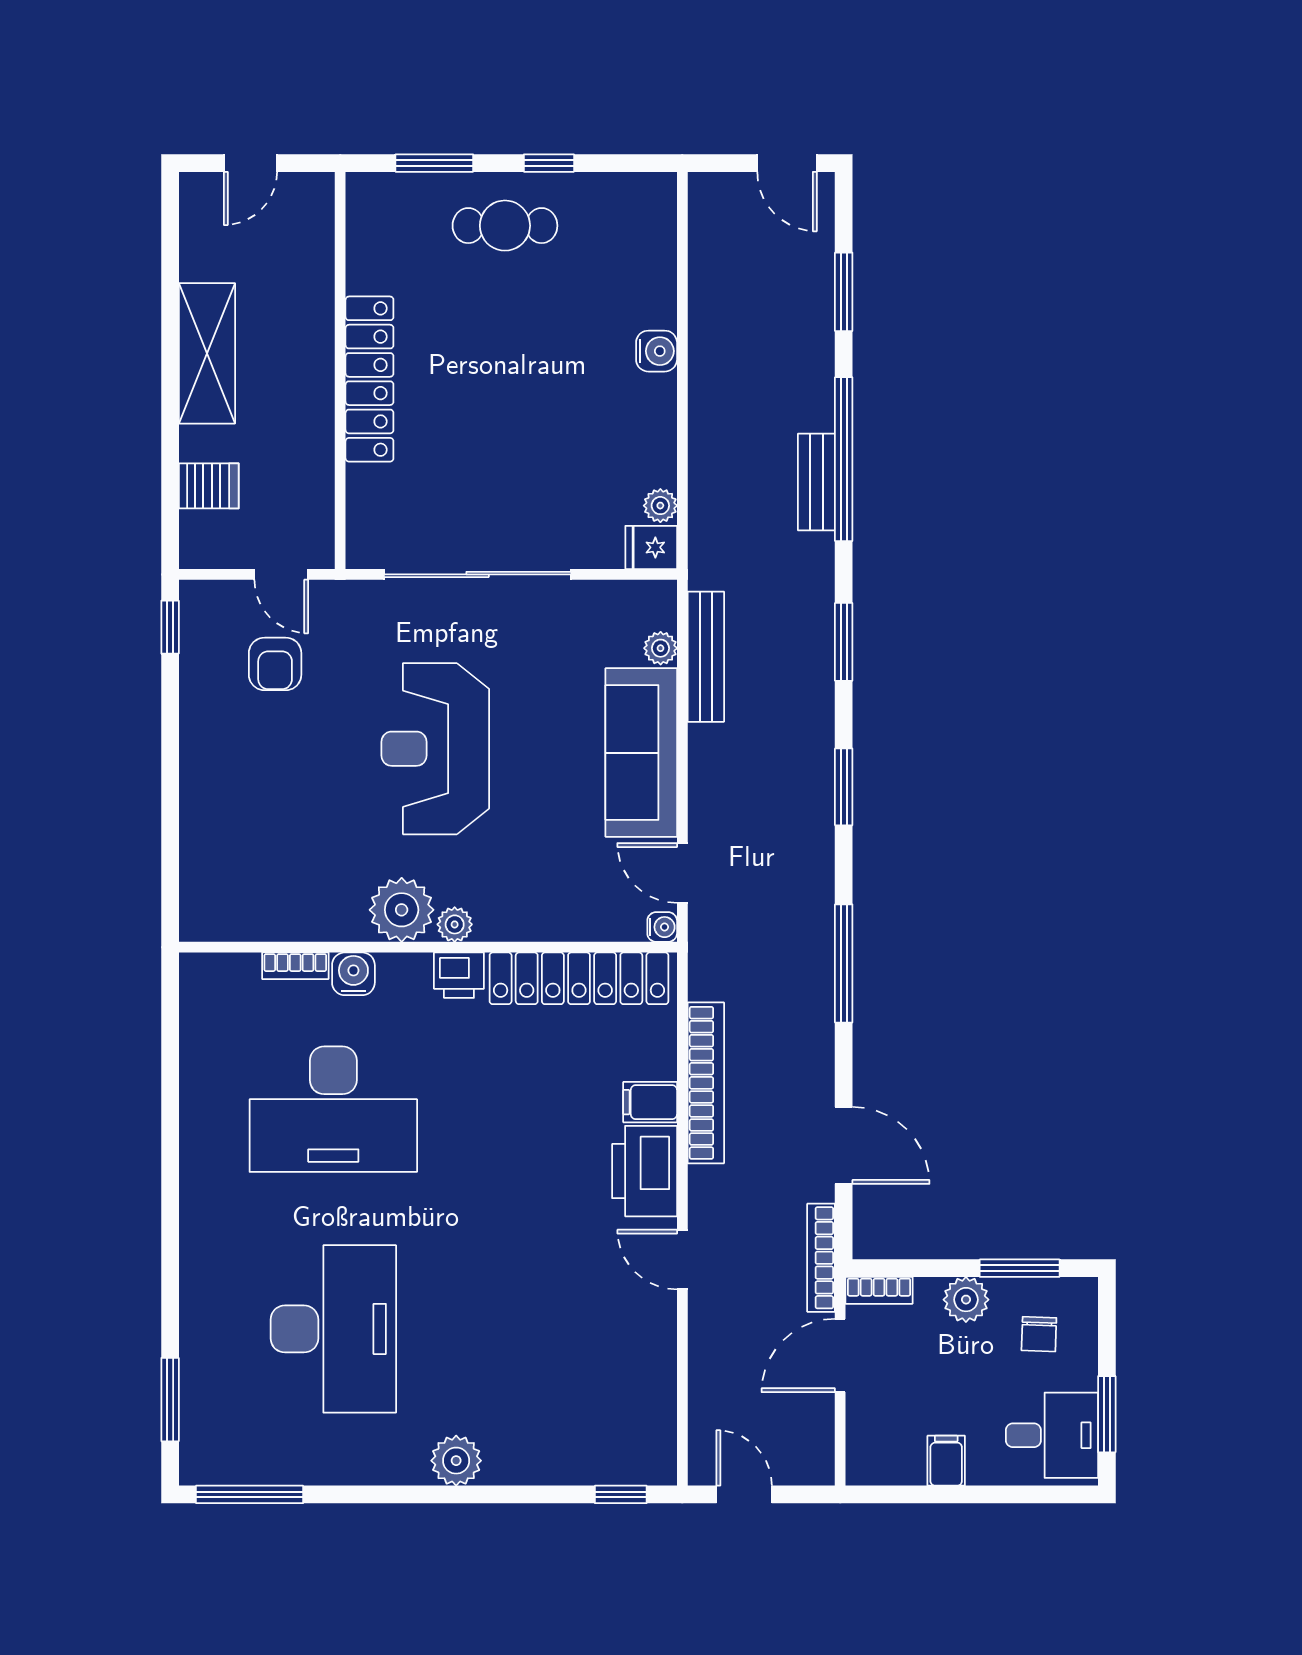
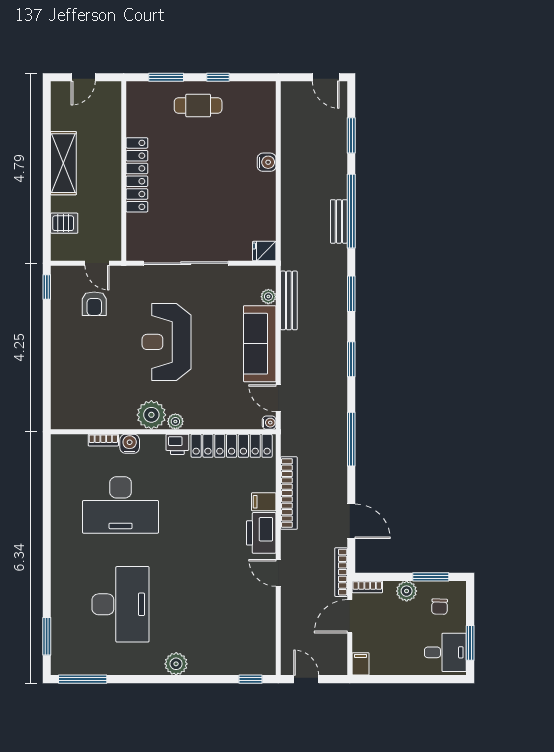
plant: (660, 506) -> (268, 232), removed
filing cabinet: (946, 1461) -> (361, 664), moved

